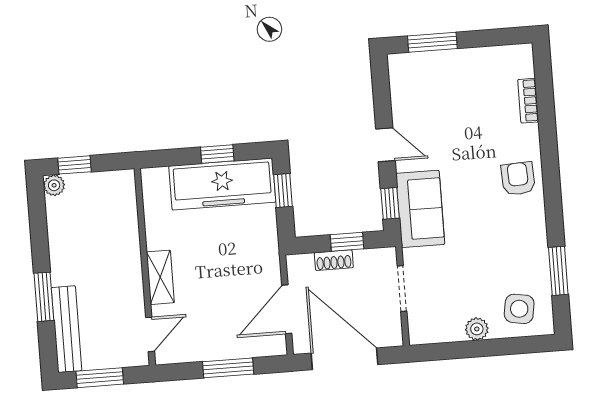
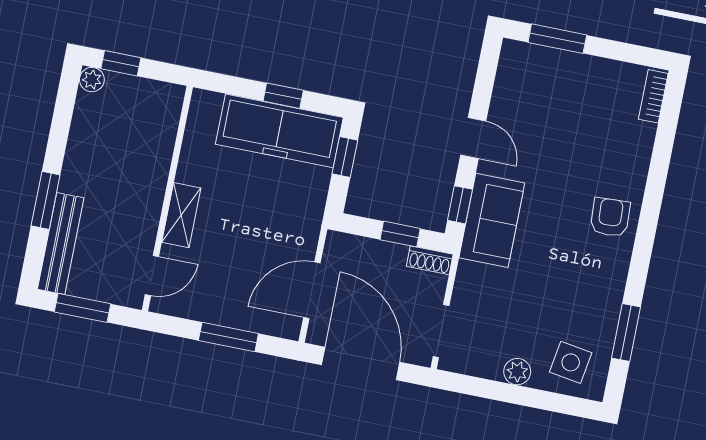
bookcase: (528, 101) -> (653, 96), moved
shoe rack: (334, 260) -> (430, 260), moved
doorway: (402, 289) -> (441, 331), moved

